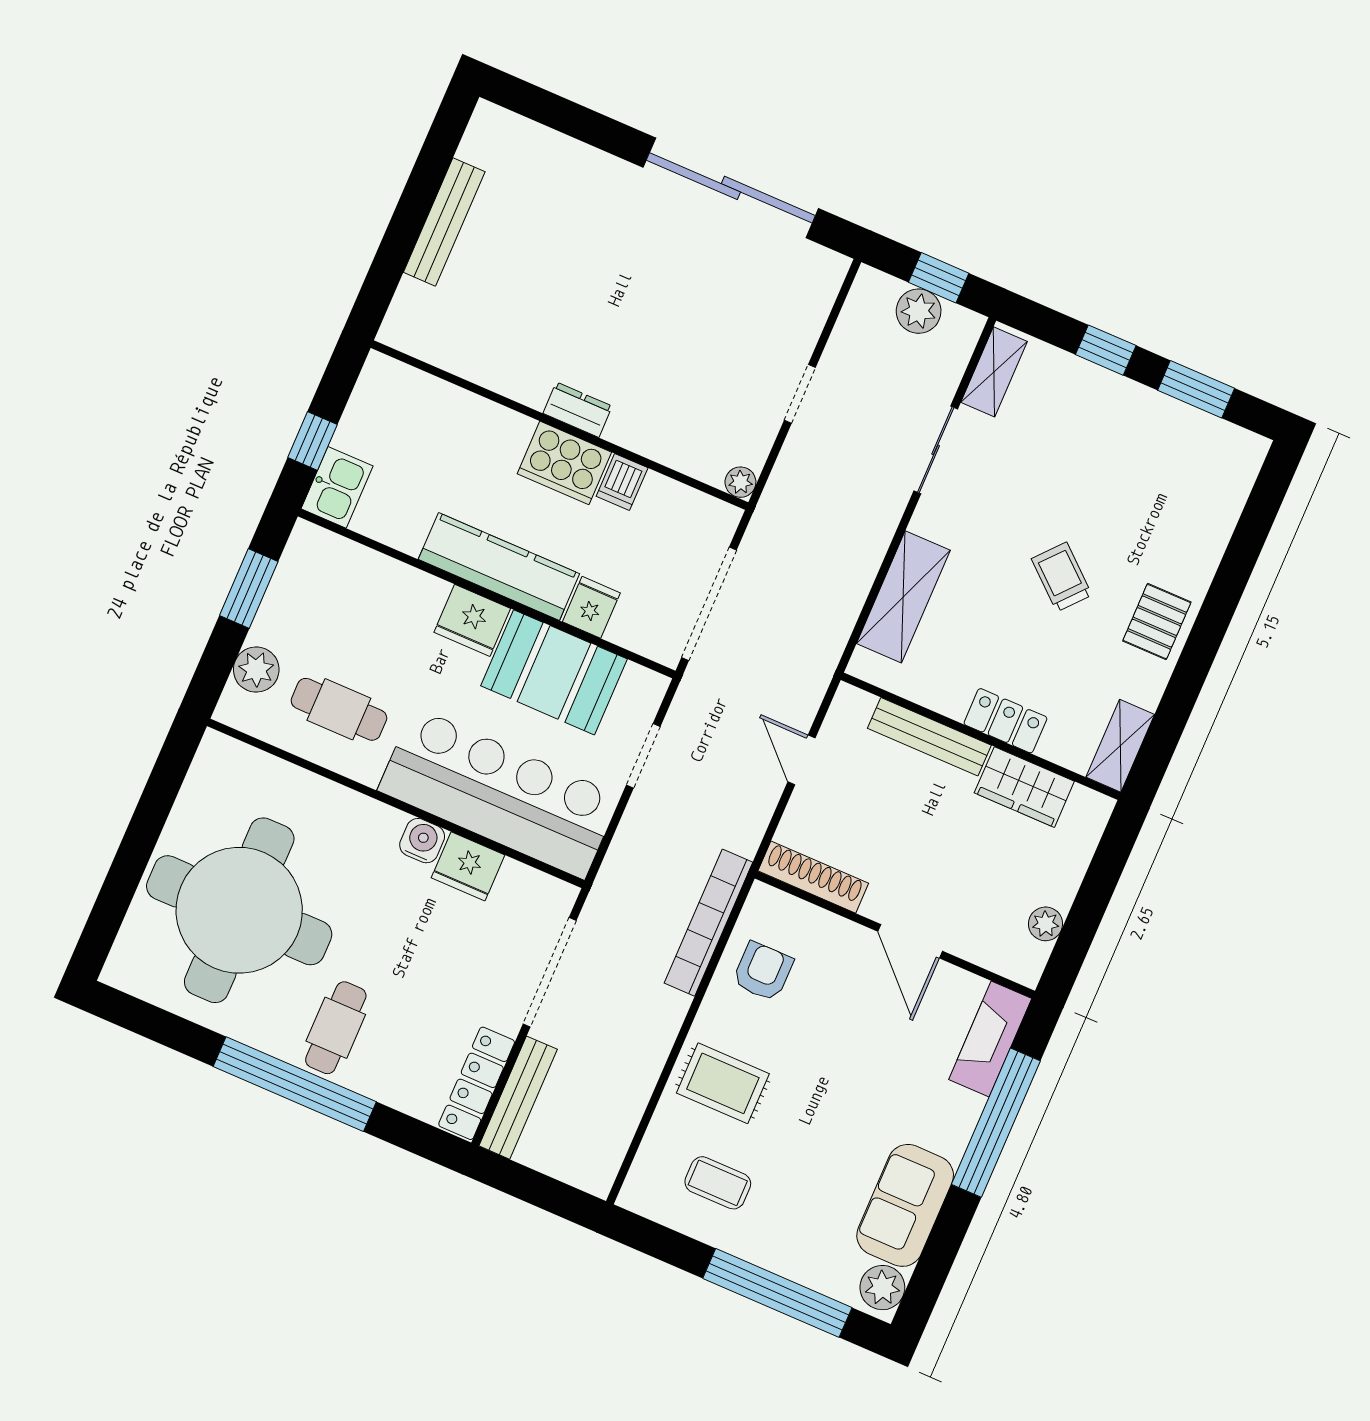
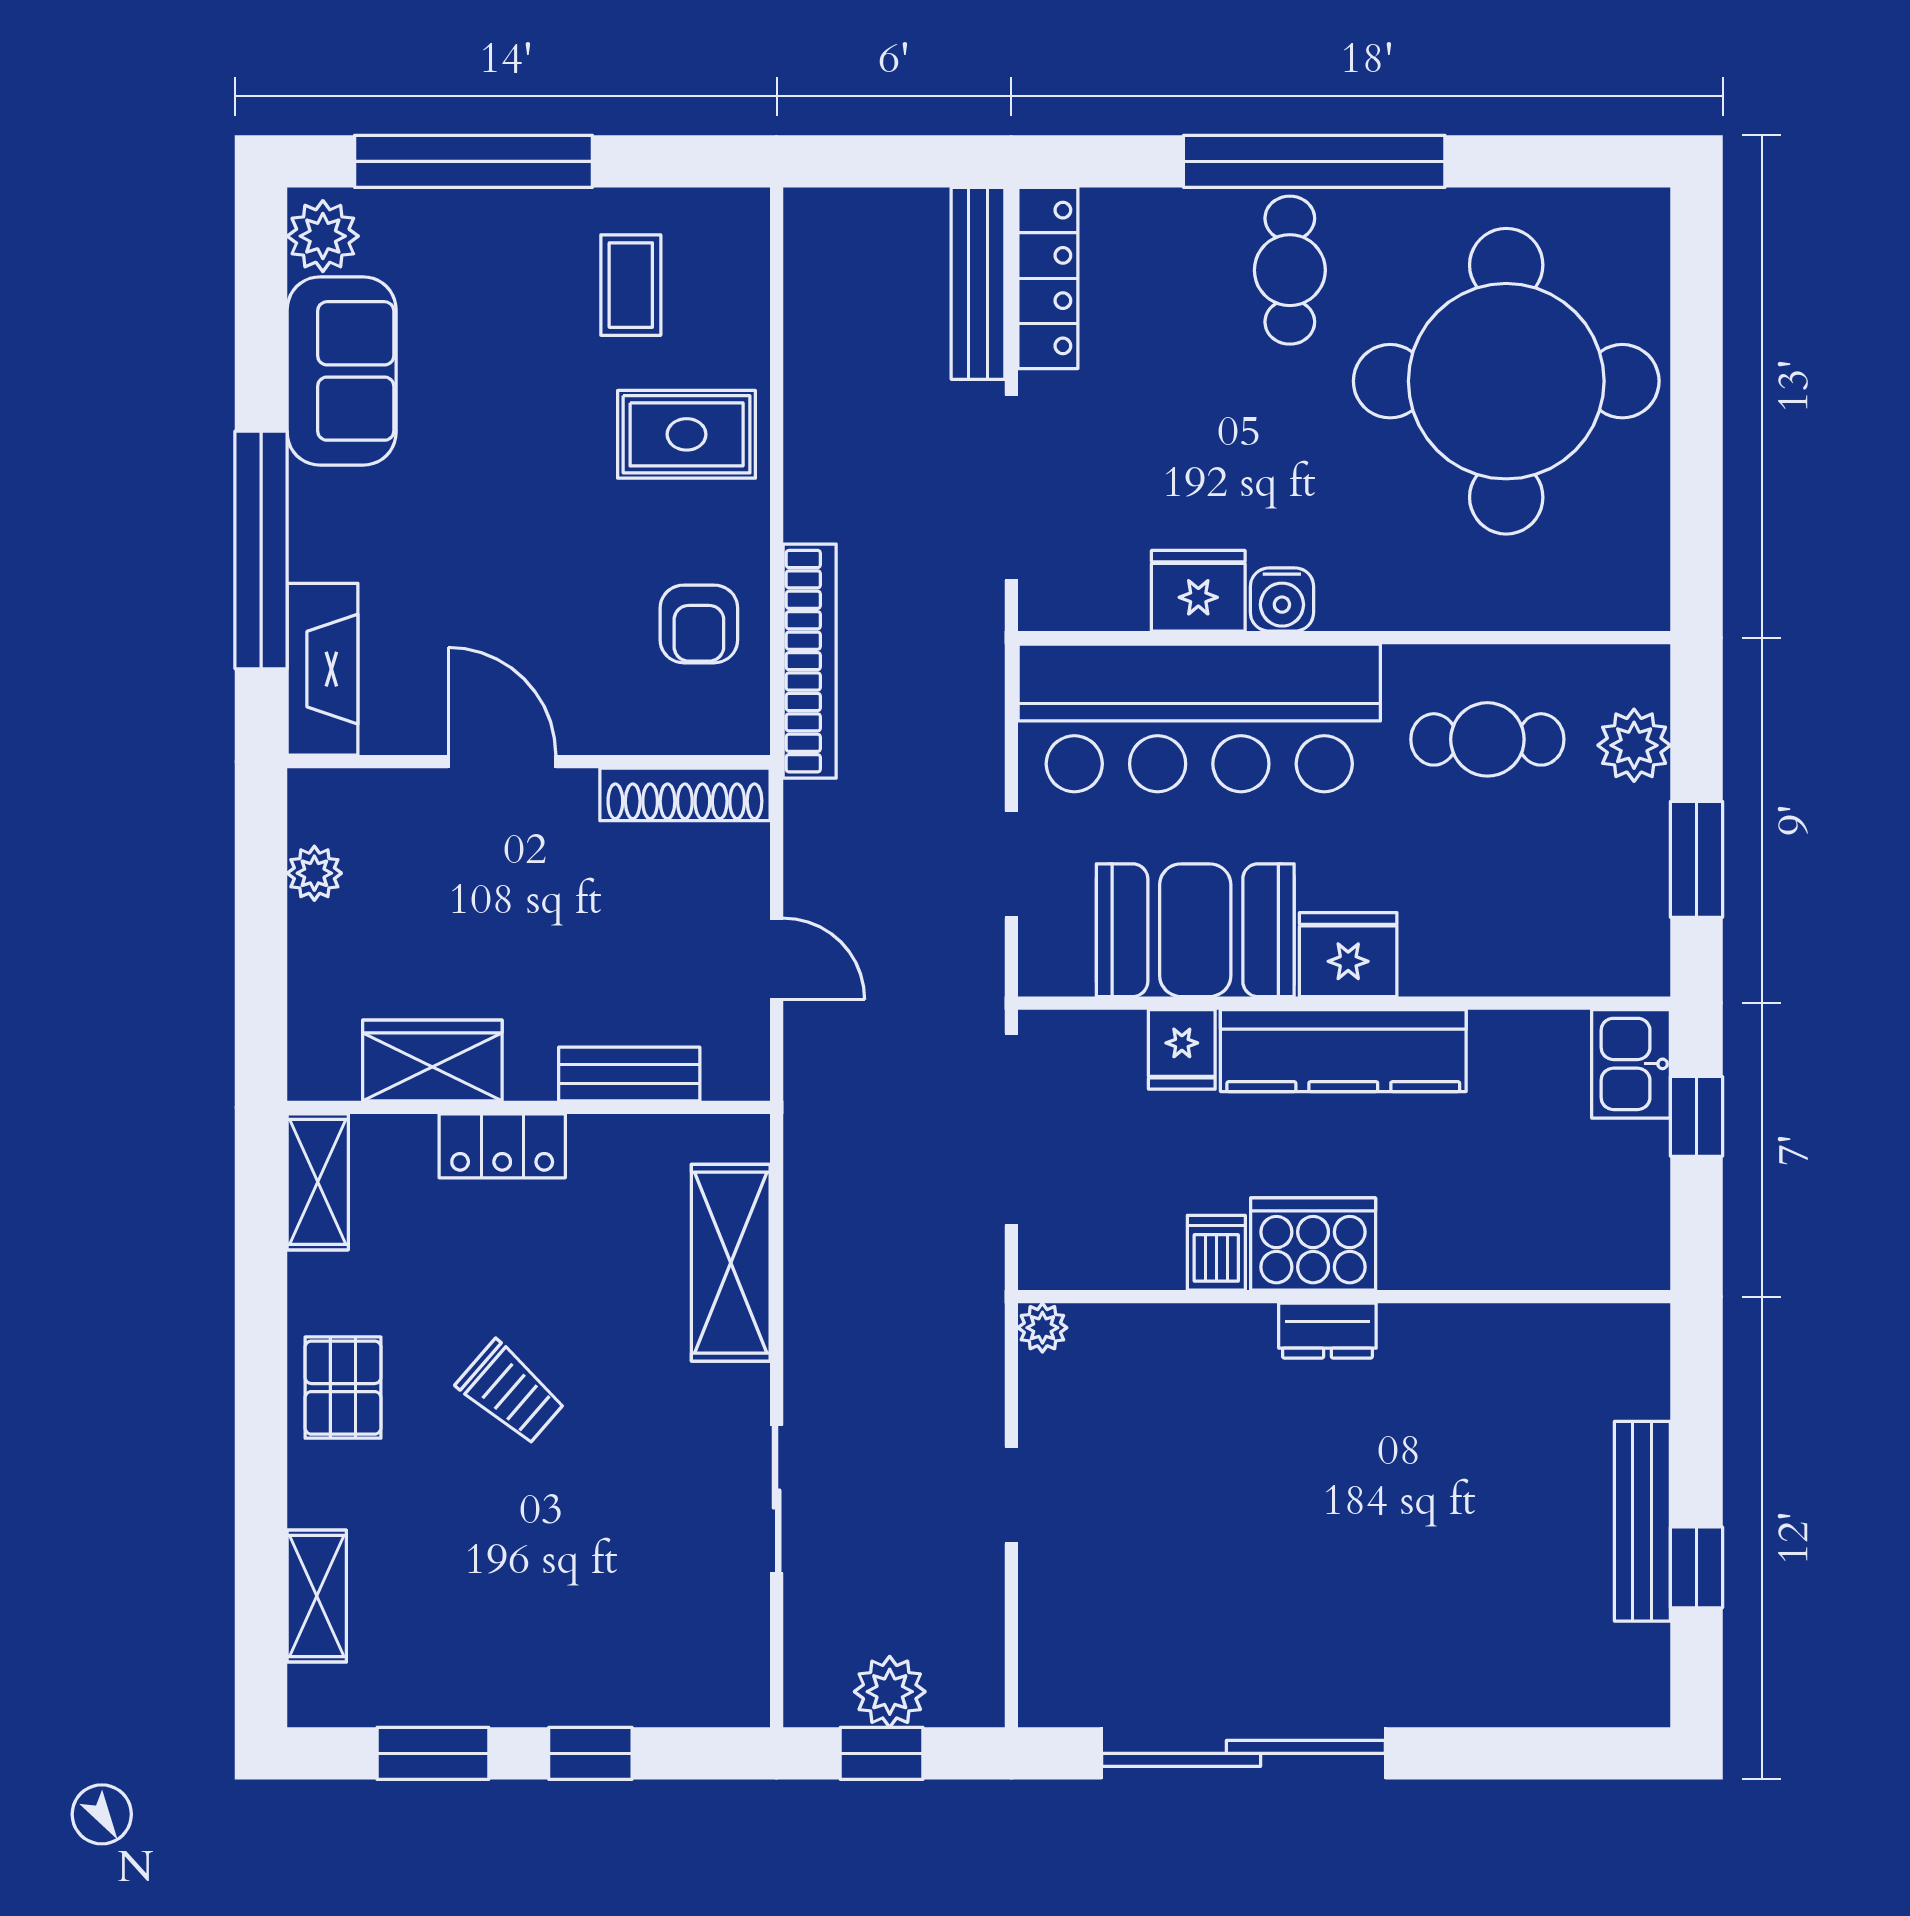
window: (425, 182) -> (1697, 1567), added
shelving: (994, 372) -> (317, 1596), moved
bench: (929, 737) -> (629, 1074), width x0.73
coffee table: (718, 1183) -> (631, 285), turned 90

